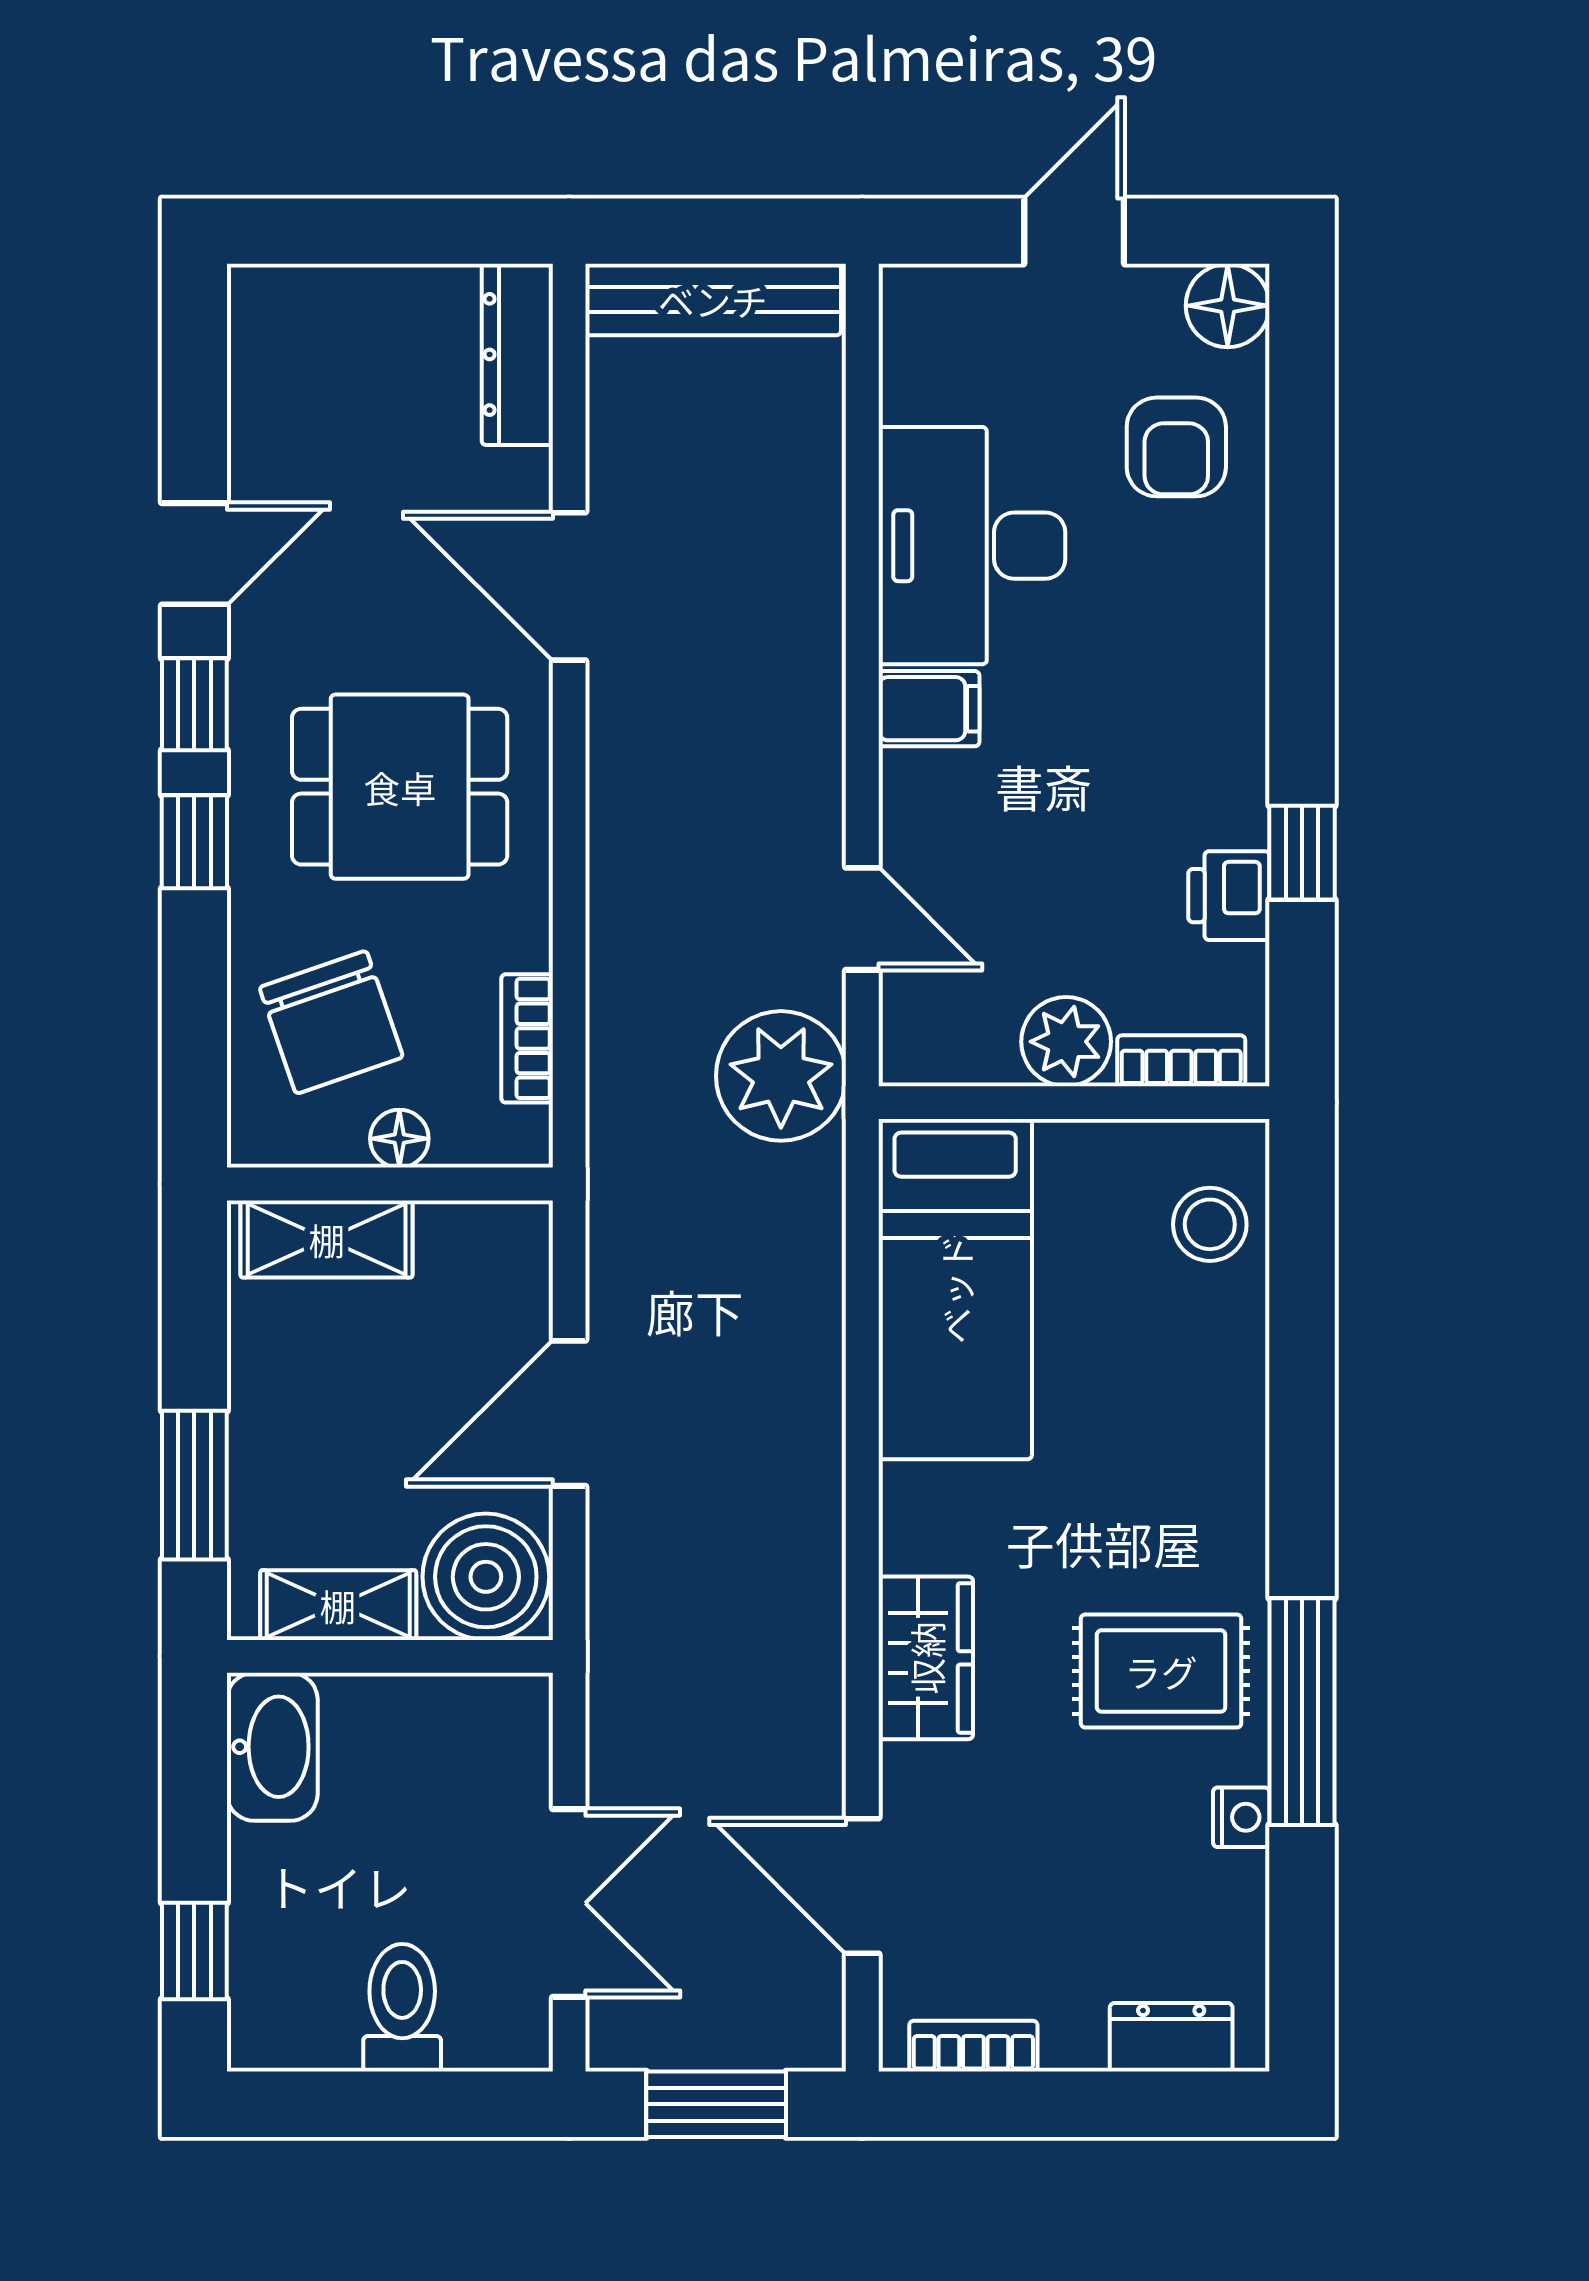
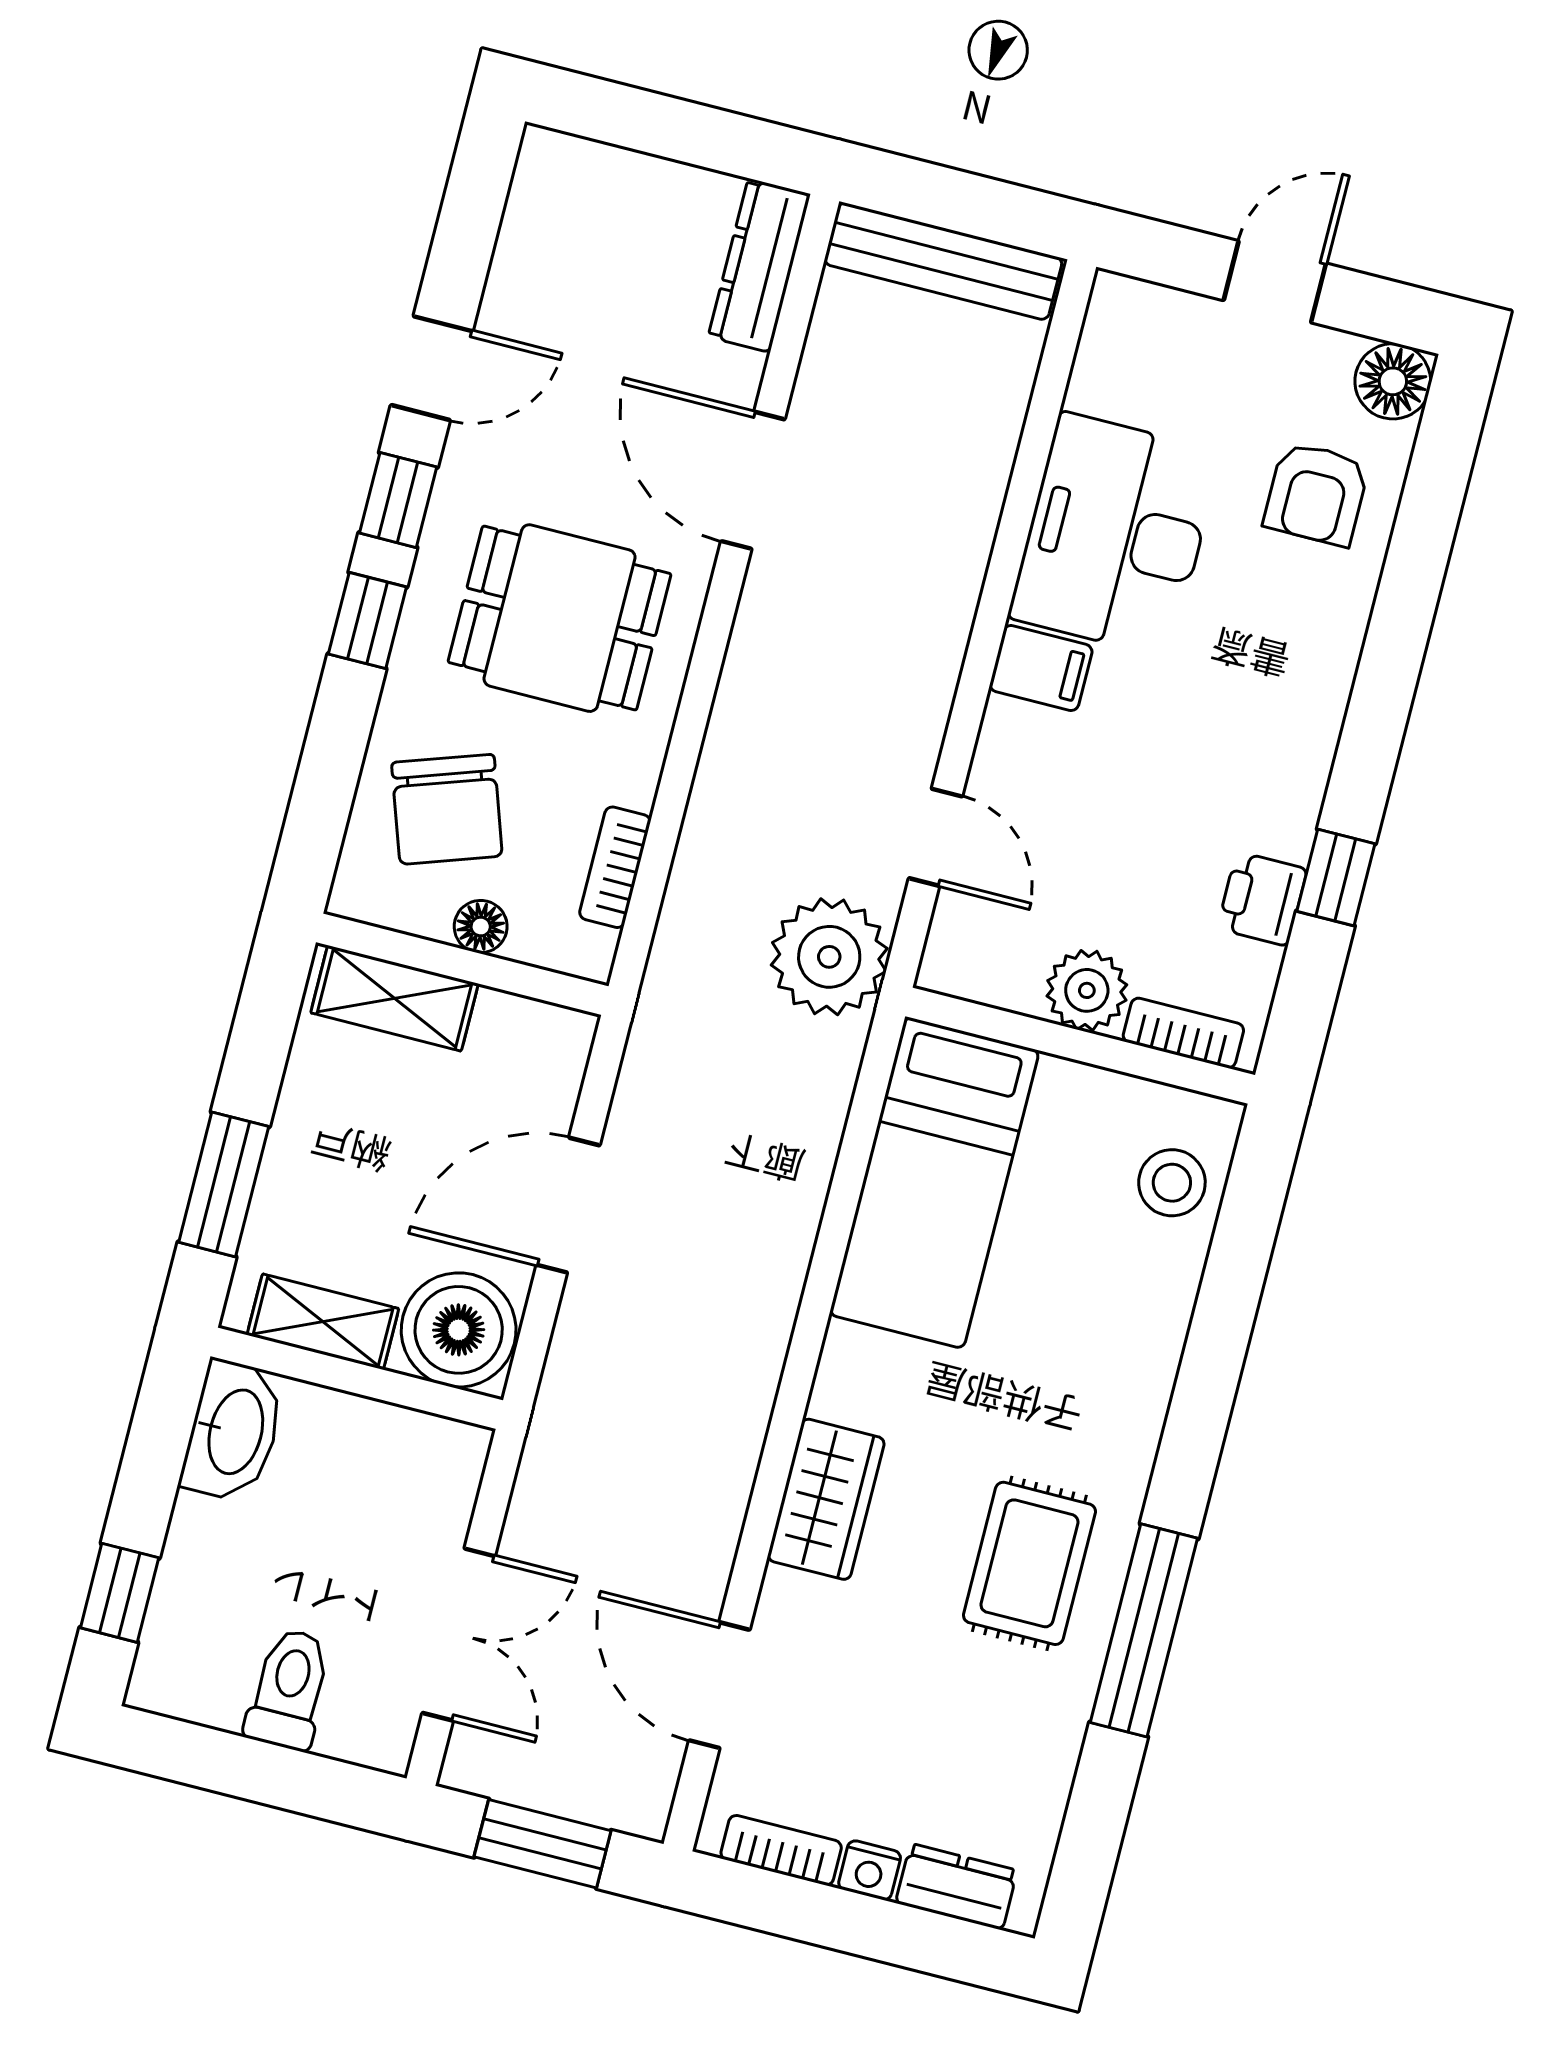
rug: (1161, 1671) -> (1029, 1563), turned 90
nightstand: (1241, 1817) -> (870, 1870), moved, turned 90

